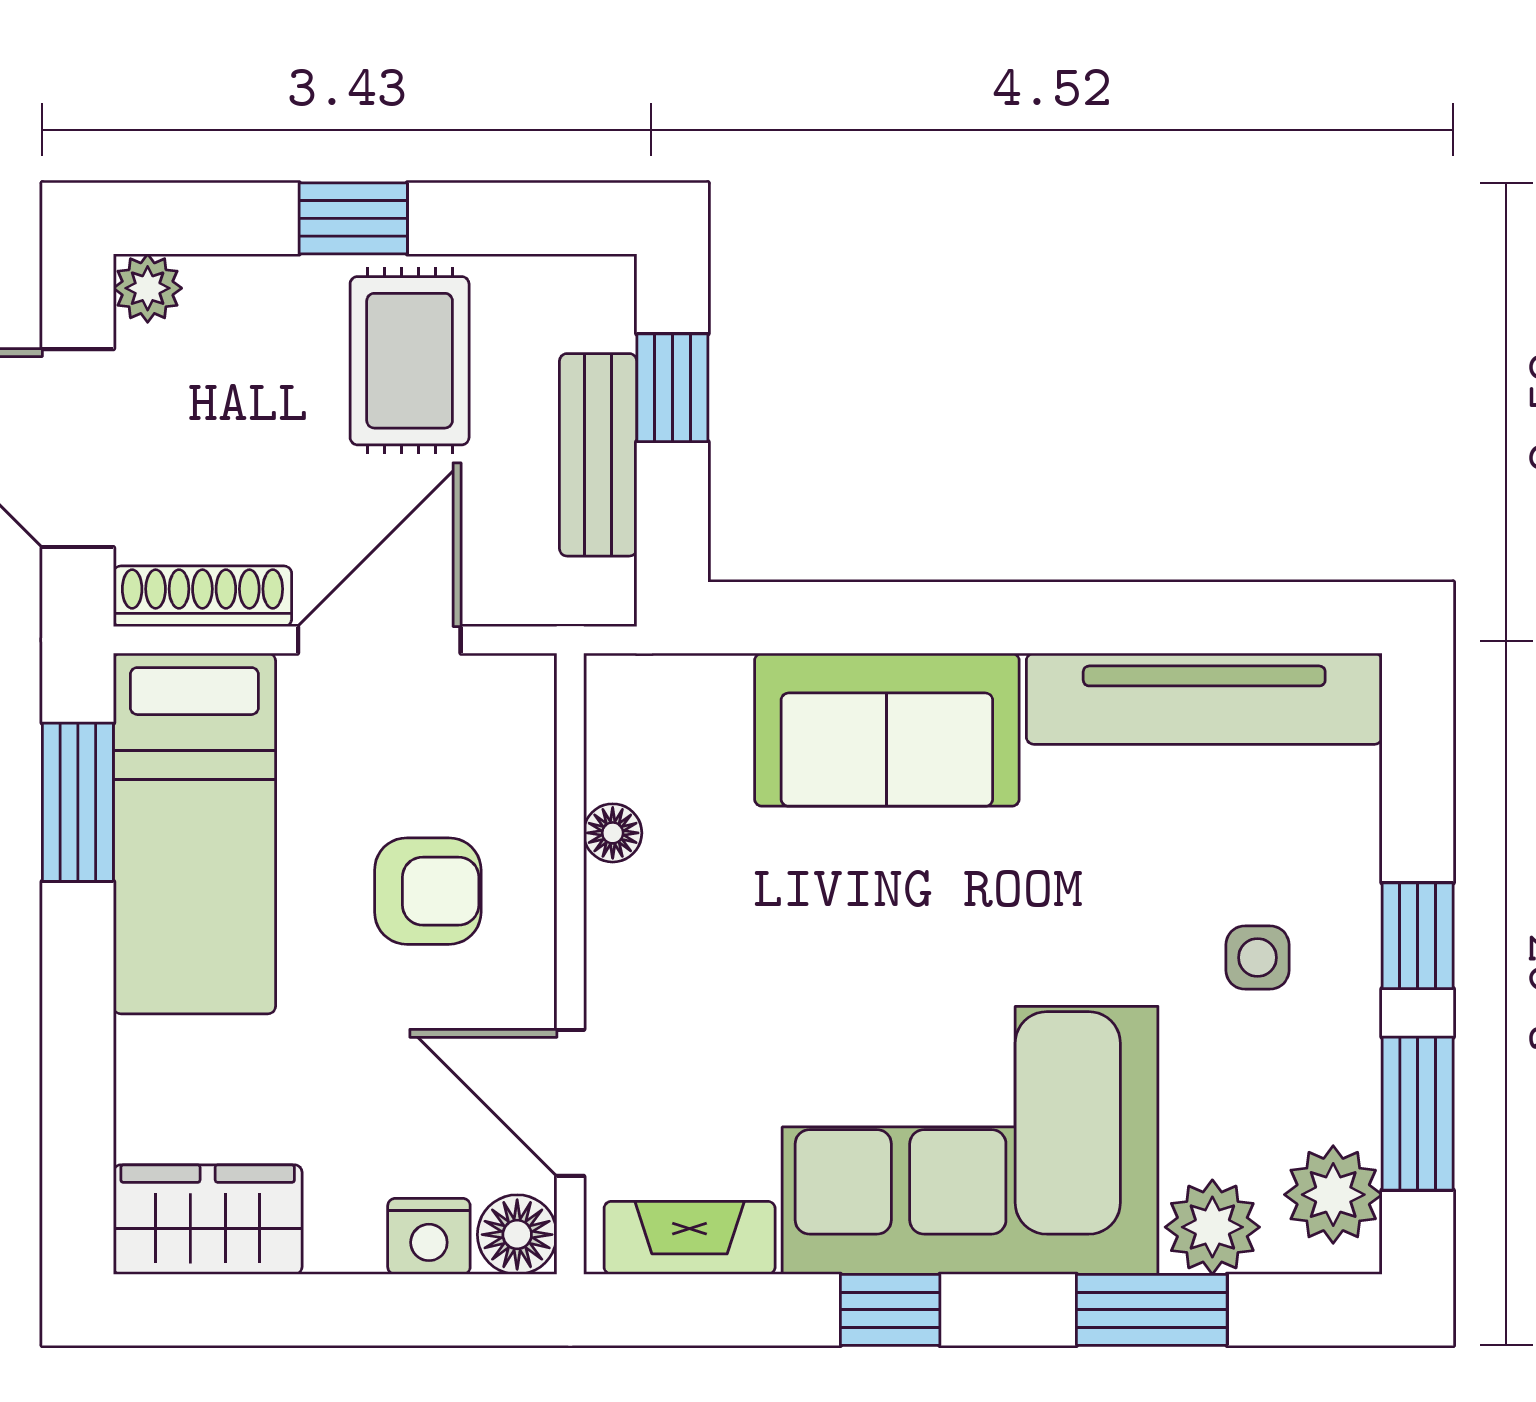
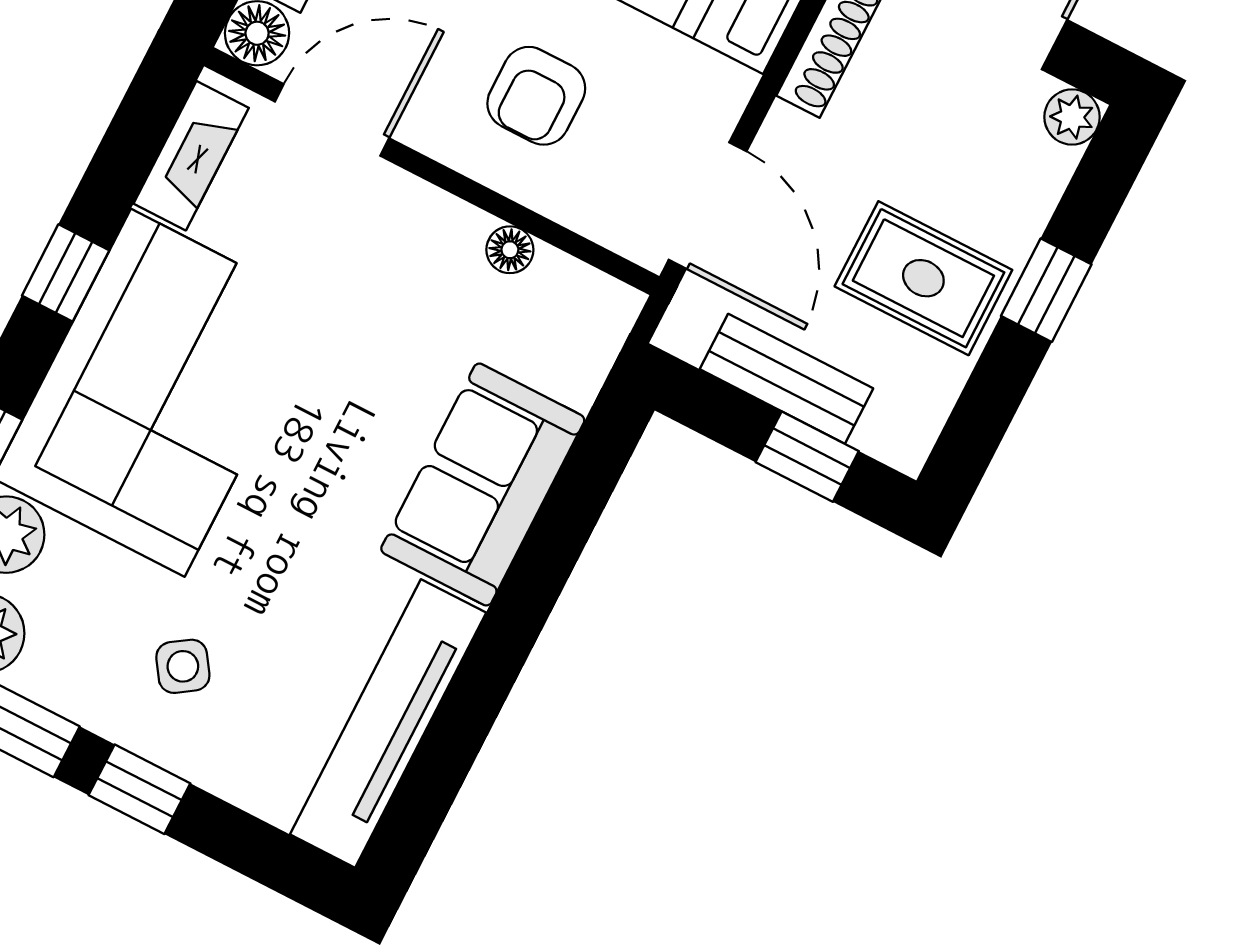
door: (379, 640) -> (708, 206), moved
side table: (1257, 958) -> (183, 666), turned -34

